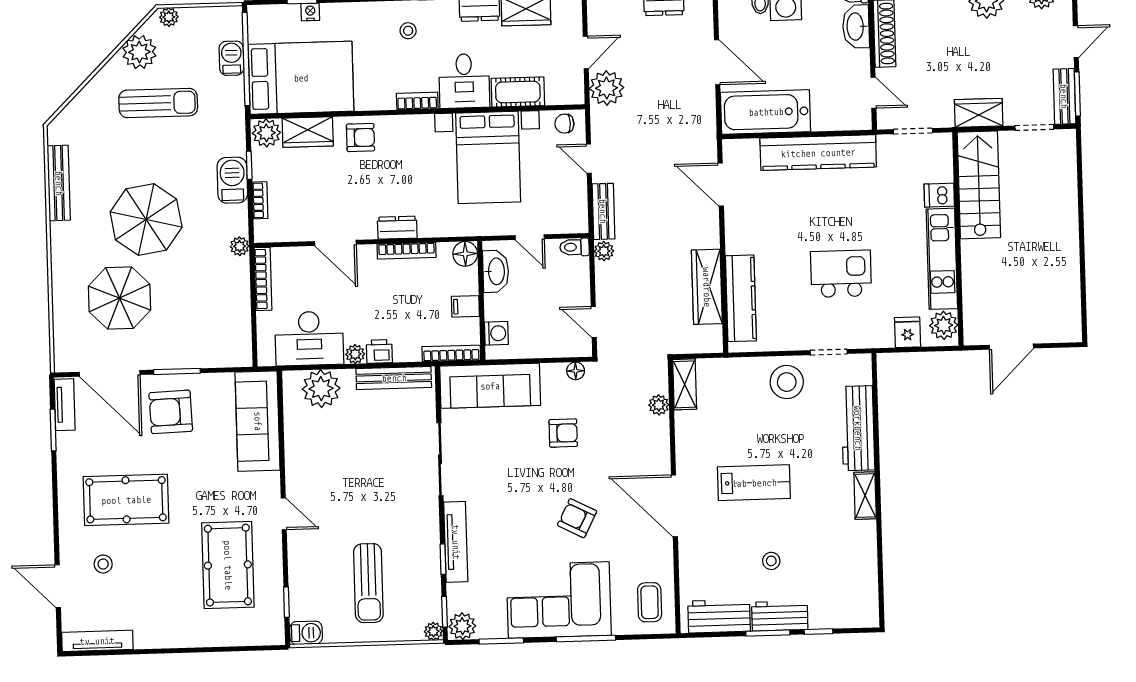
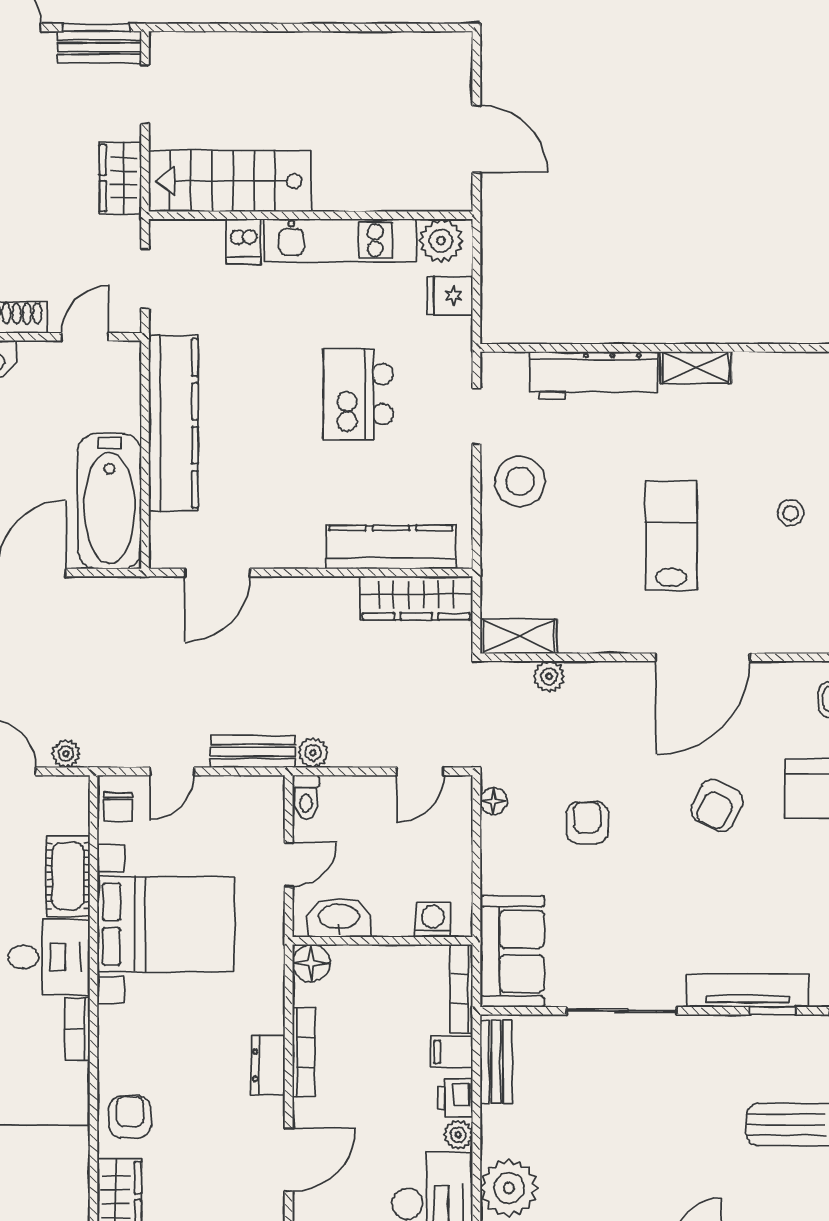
plant: (607, 88) -> (66, 754), width x0.53, depth x0.53
wardrobe: (707, 287) -> (416, 598), moved
filing cabinet: (465, 306) -> (452, 1052), moved, turned 90
bench: (394, 378) -> (496, 1062), width x0.73
sofa: (490, 386) -> (512, 951), width x0.73

